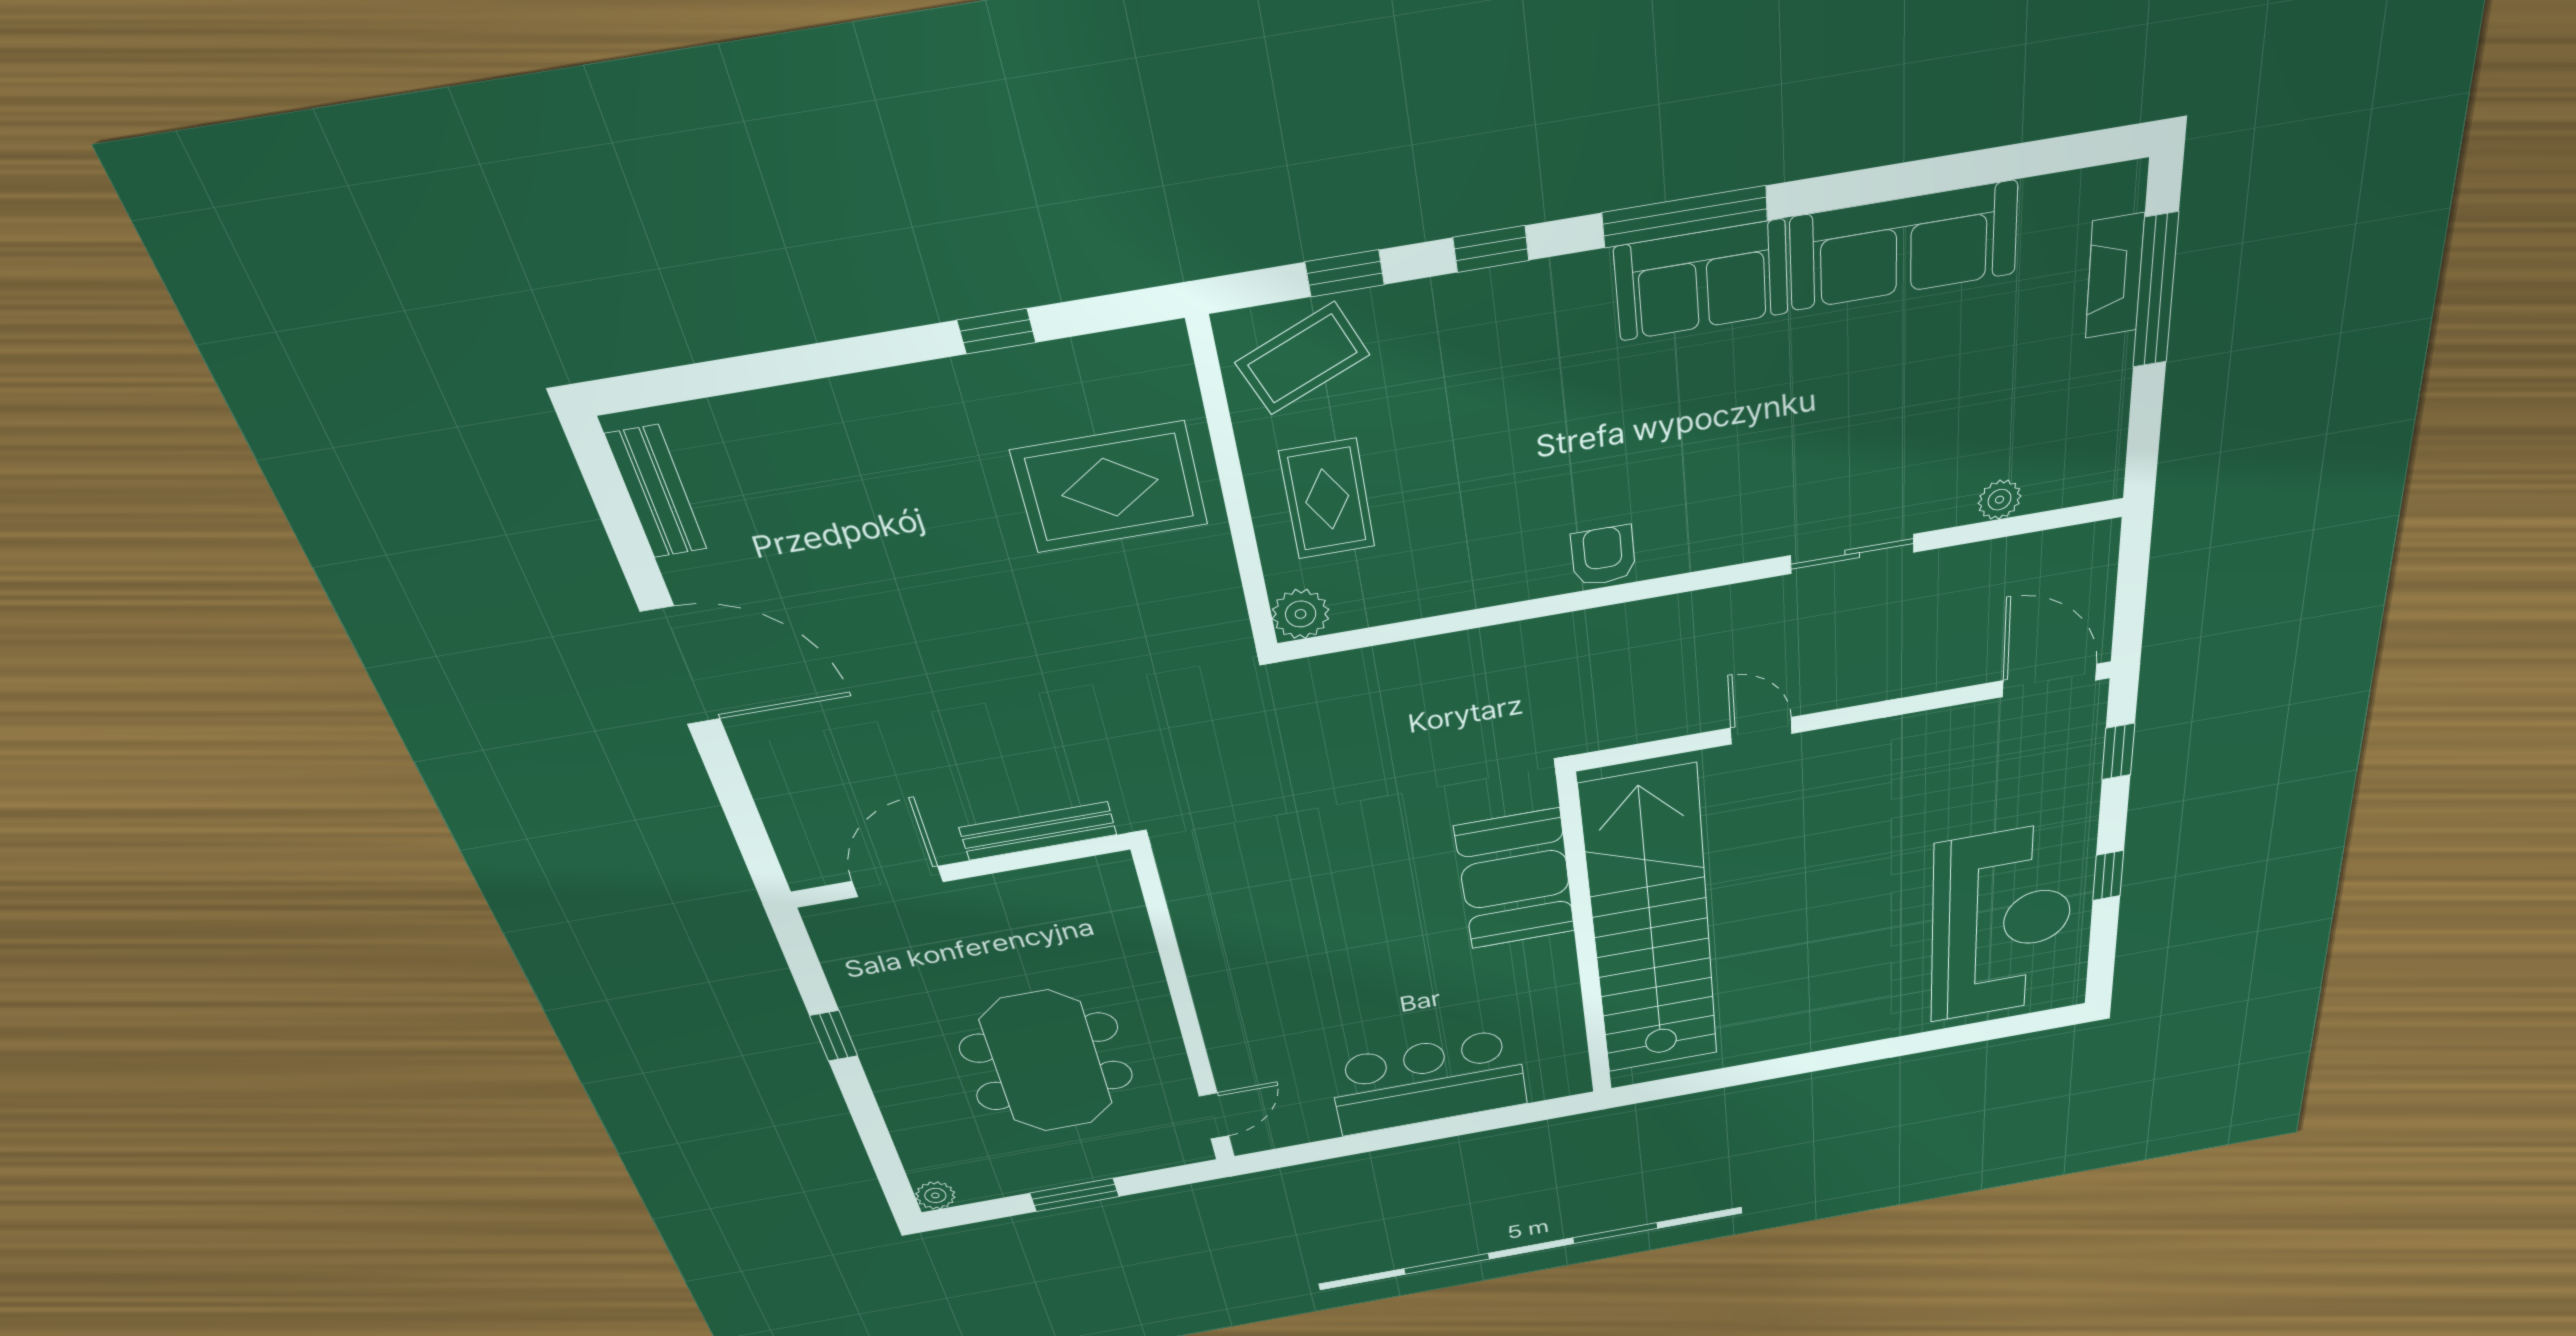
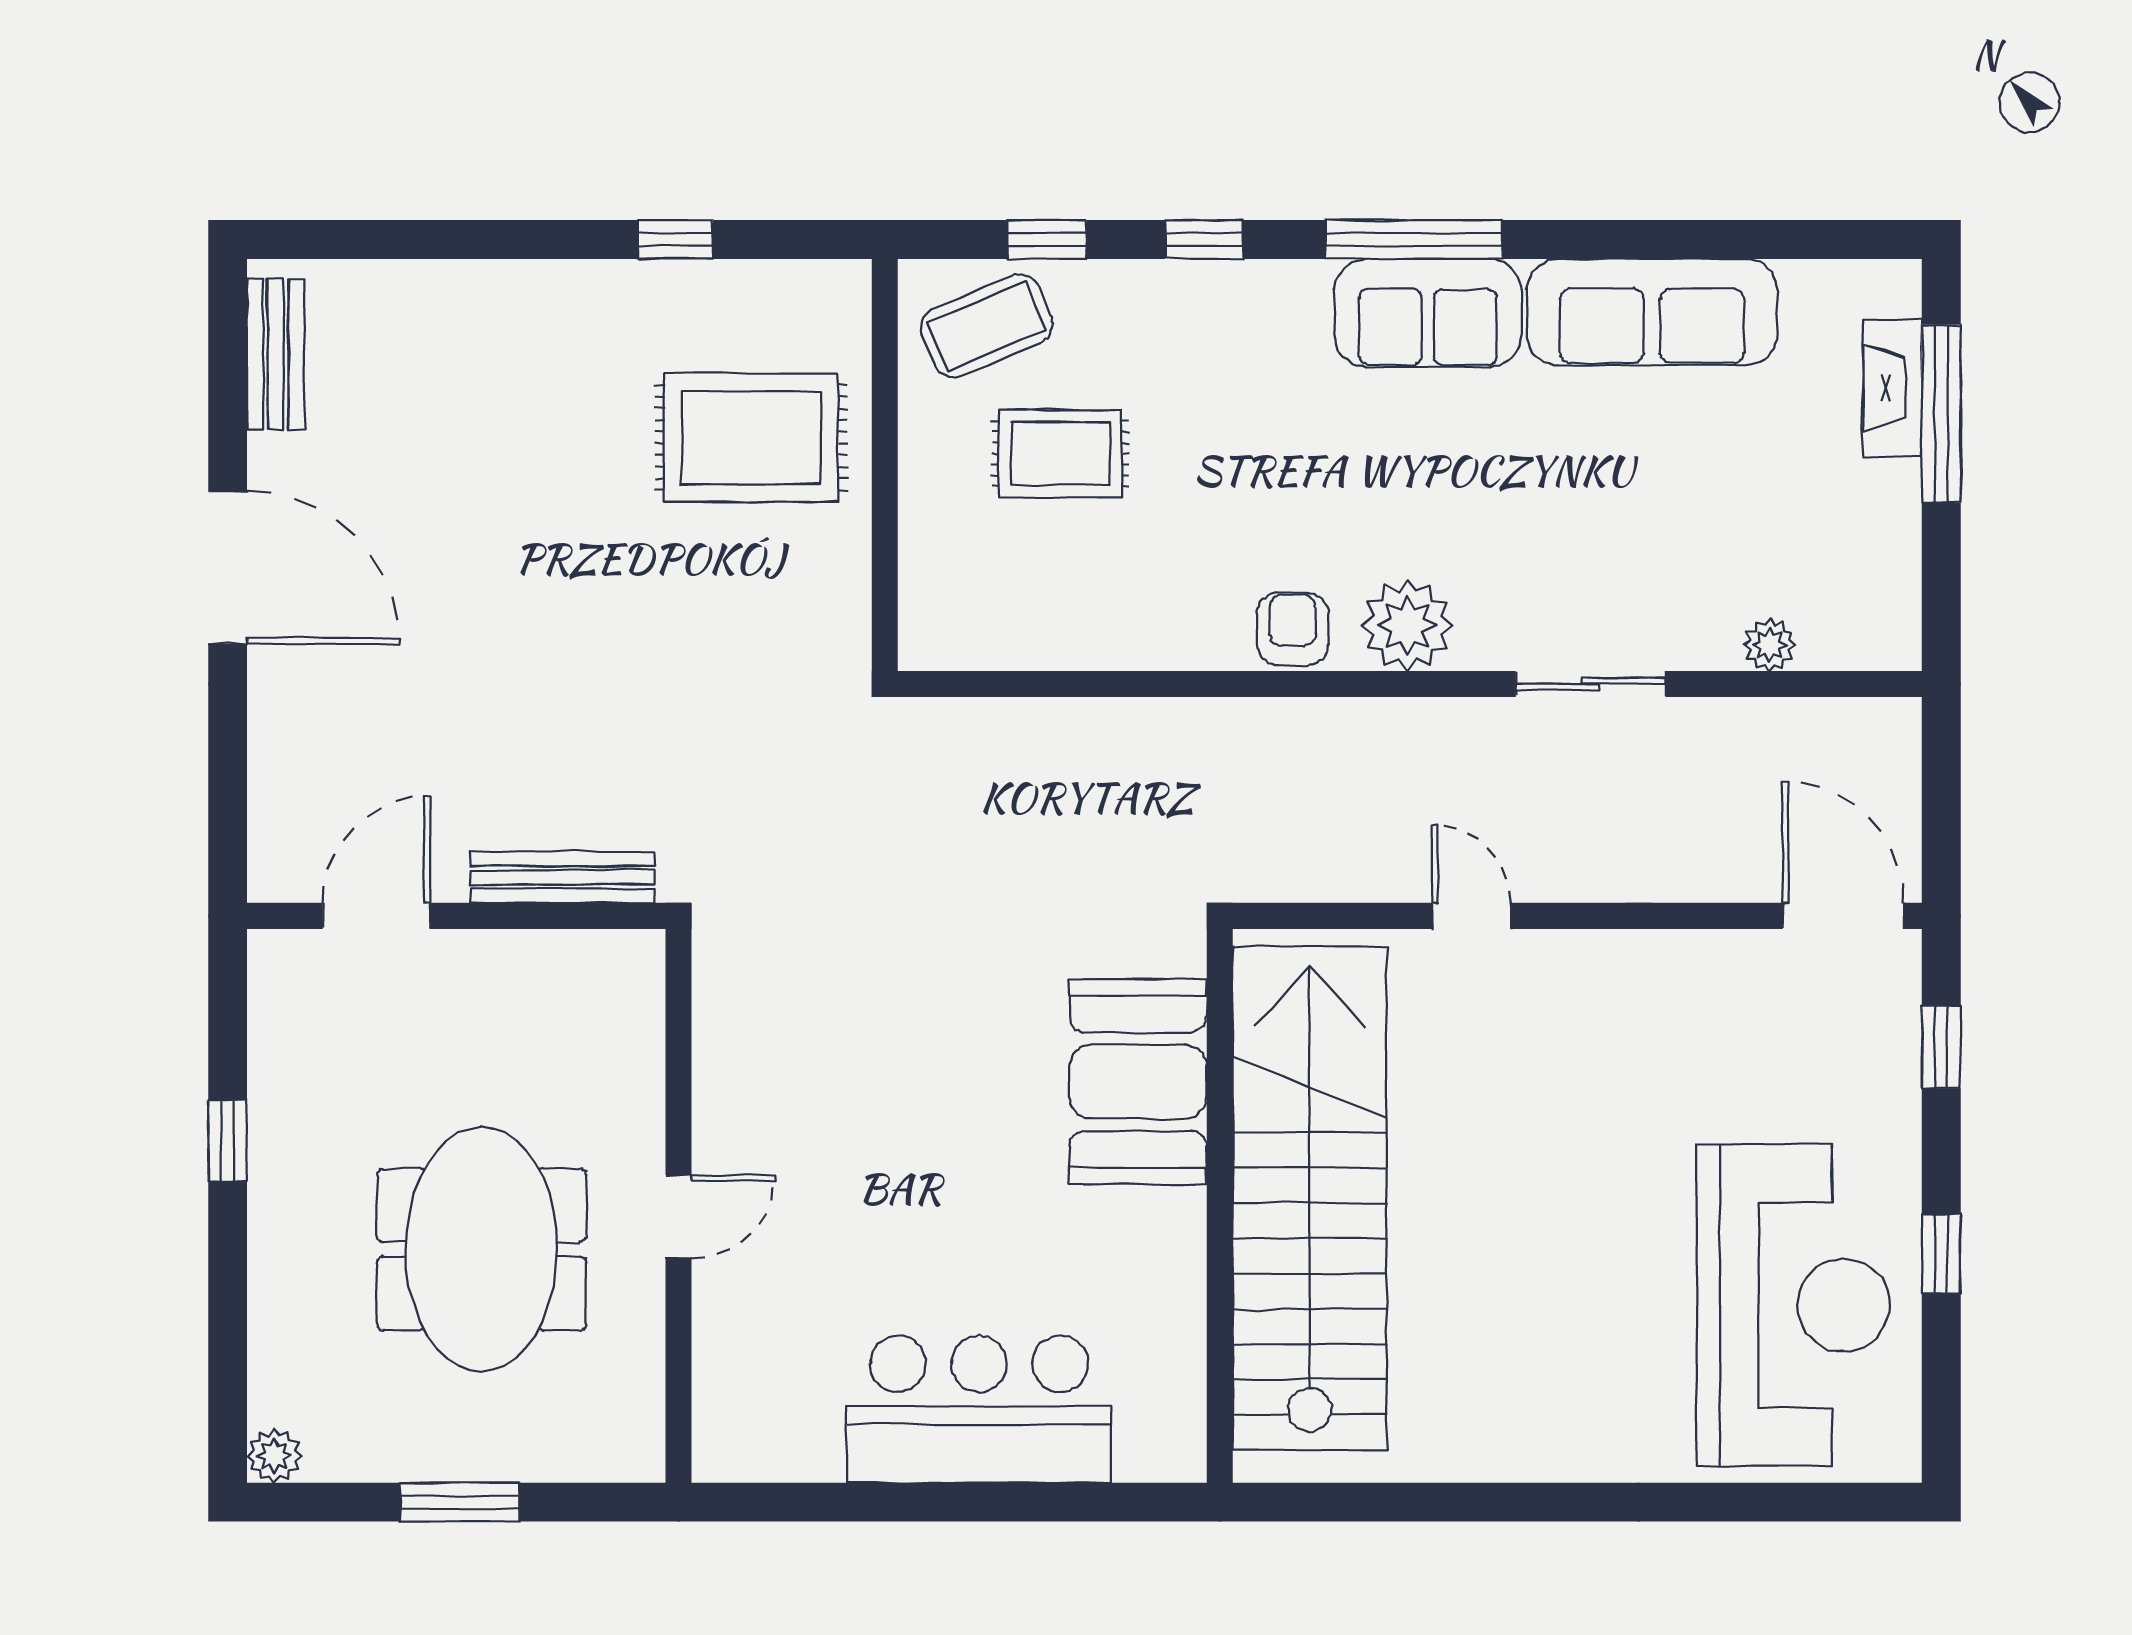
rug: (1327, 499) -> (1060, 453), moved, turned 90
plant: (1301, 614) -> (1407, 625), moved, width x1.36, depth x1.36
door: (1214, 1116) -> (679, 1217), moved

